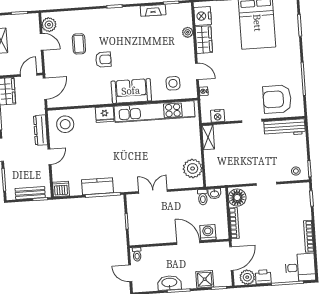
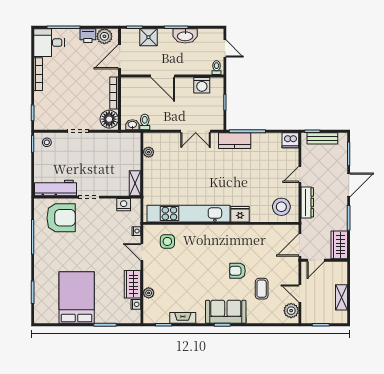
nightstand: (203, 16) -> (136, 304), width x0.53, depth x0.56
sofa: (131, 91) -> (226, 312), moved, turned 180
plant: (193, 168) -> (149, 152), width x0.53, depth x0.53
kitchen counter: (97, 186) -> (235, 141), moved
washing machine: (208, 232) -> (202, 85), moved

